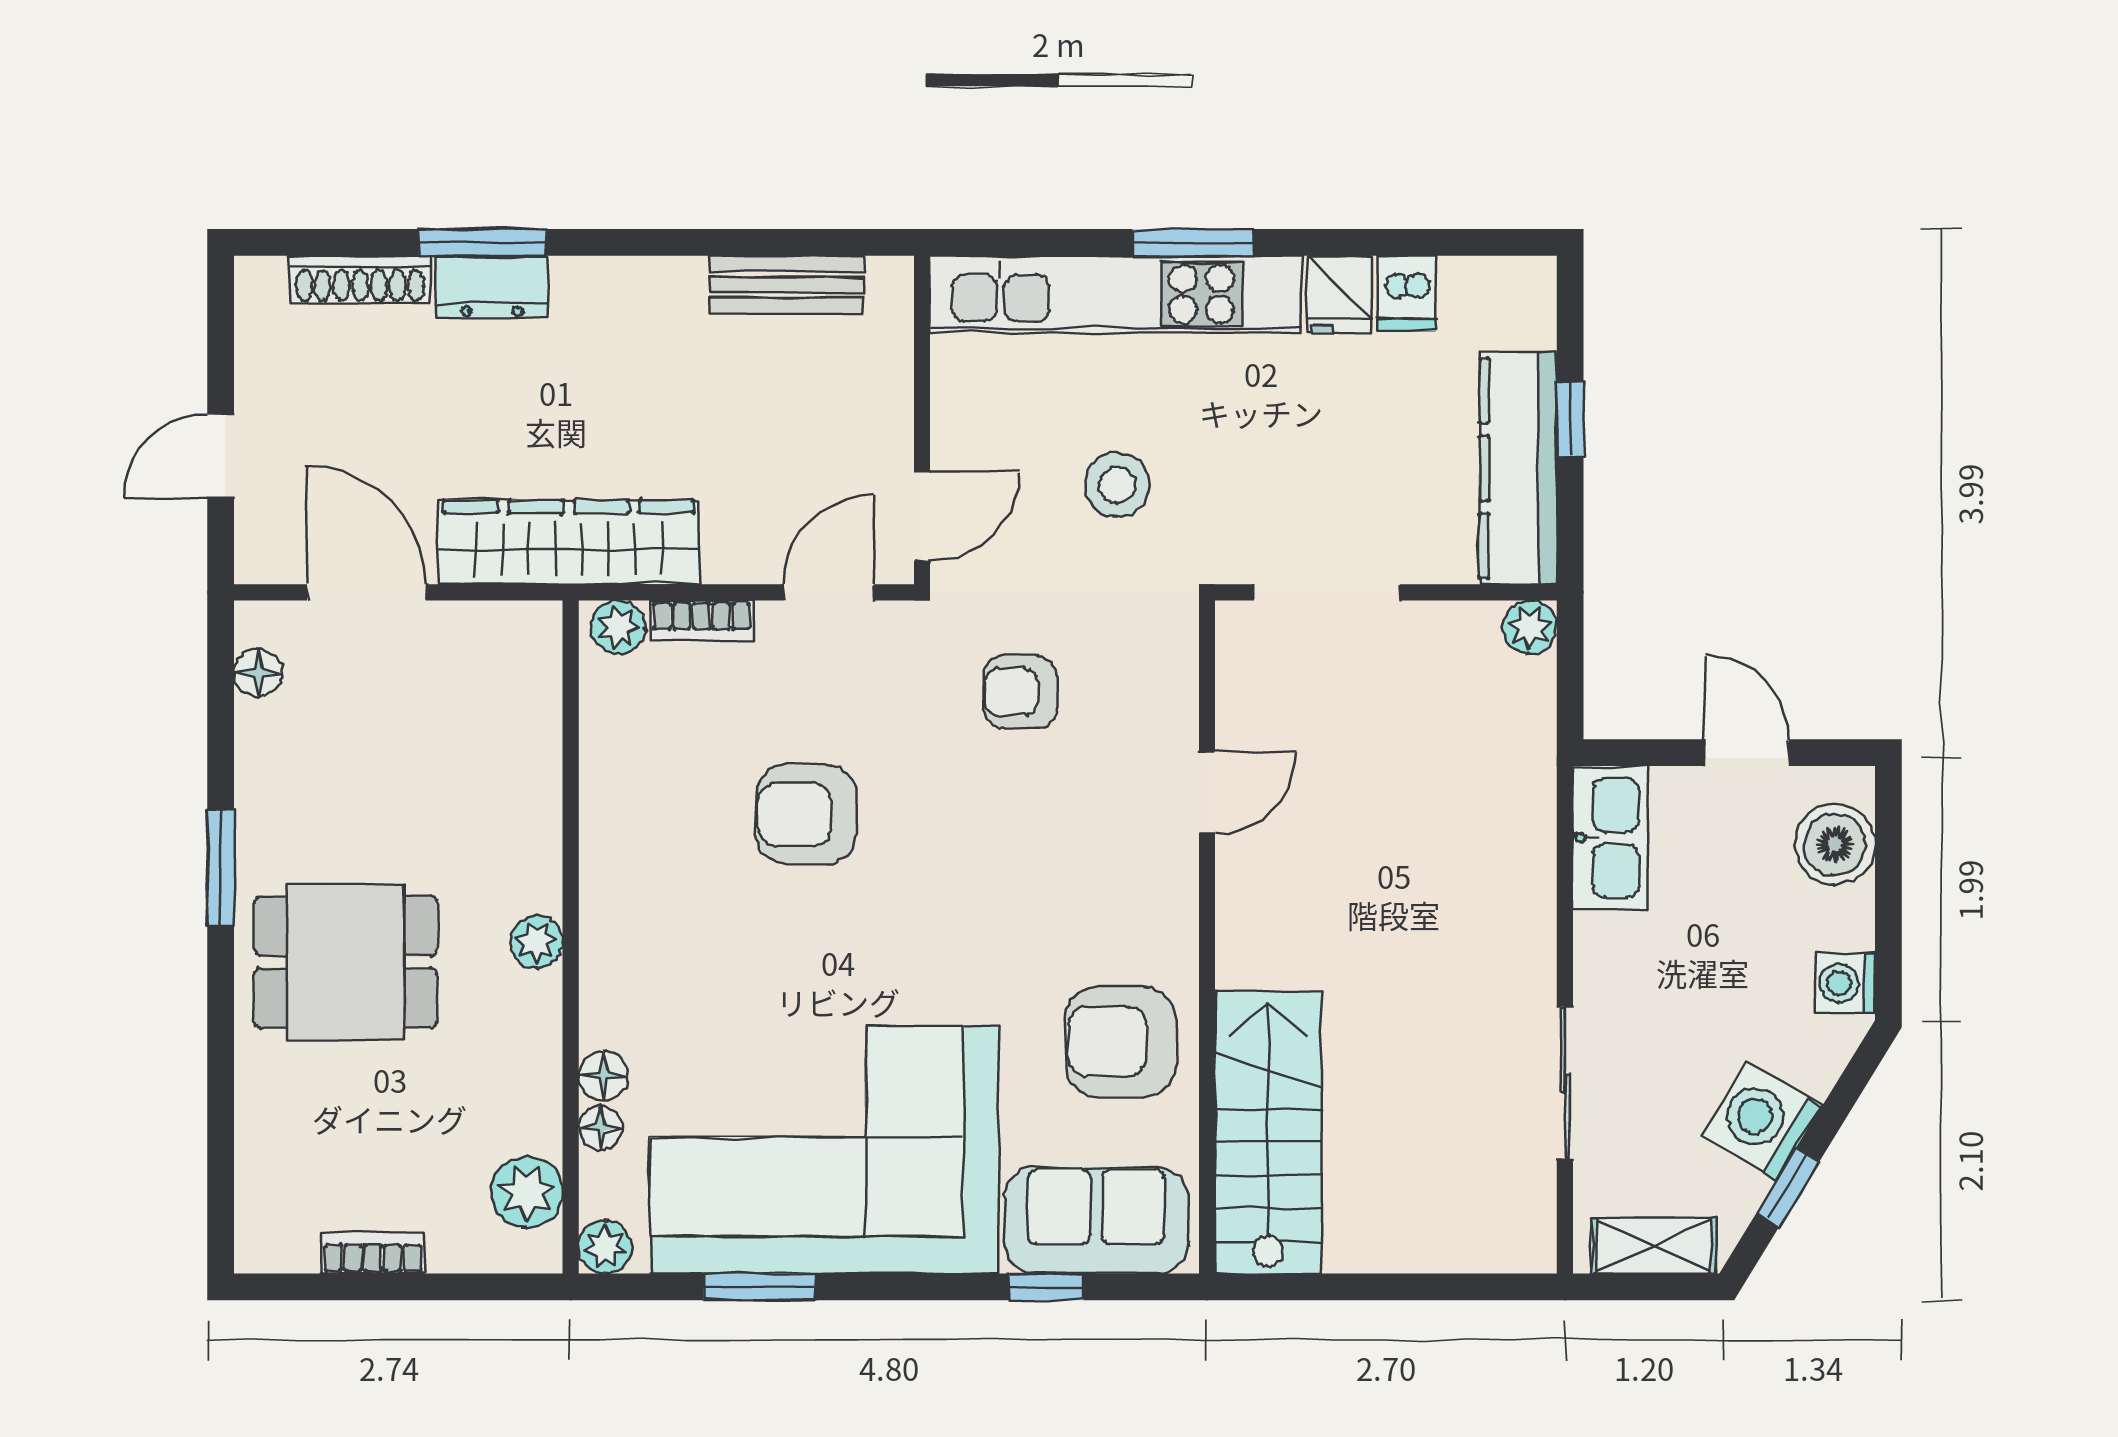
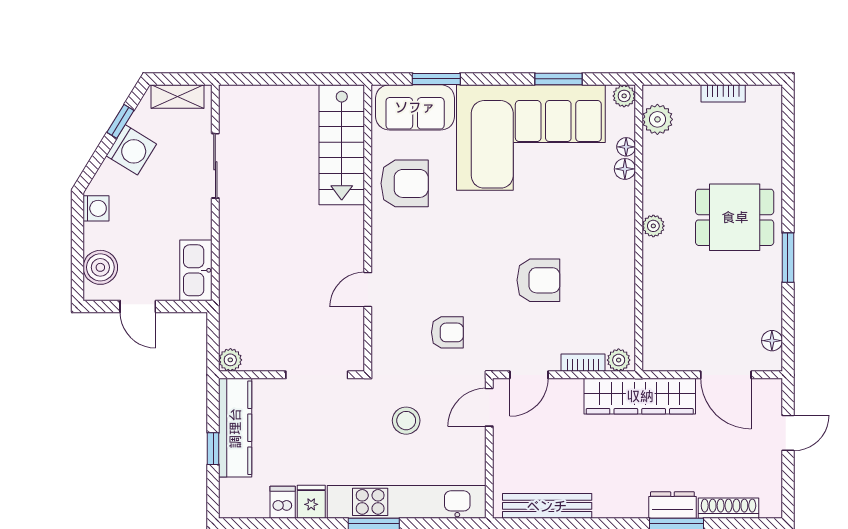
bench: (786, 285) -> (547, 506), width x1.36
window: (1046, 1287) -> (436, 79), width x1.50

